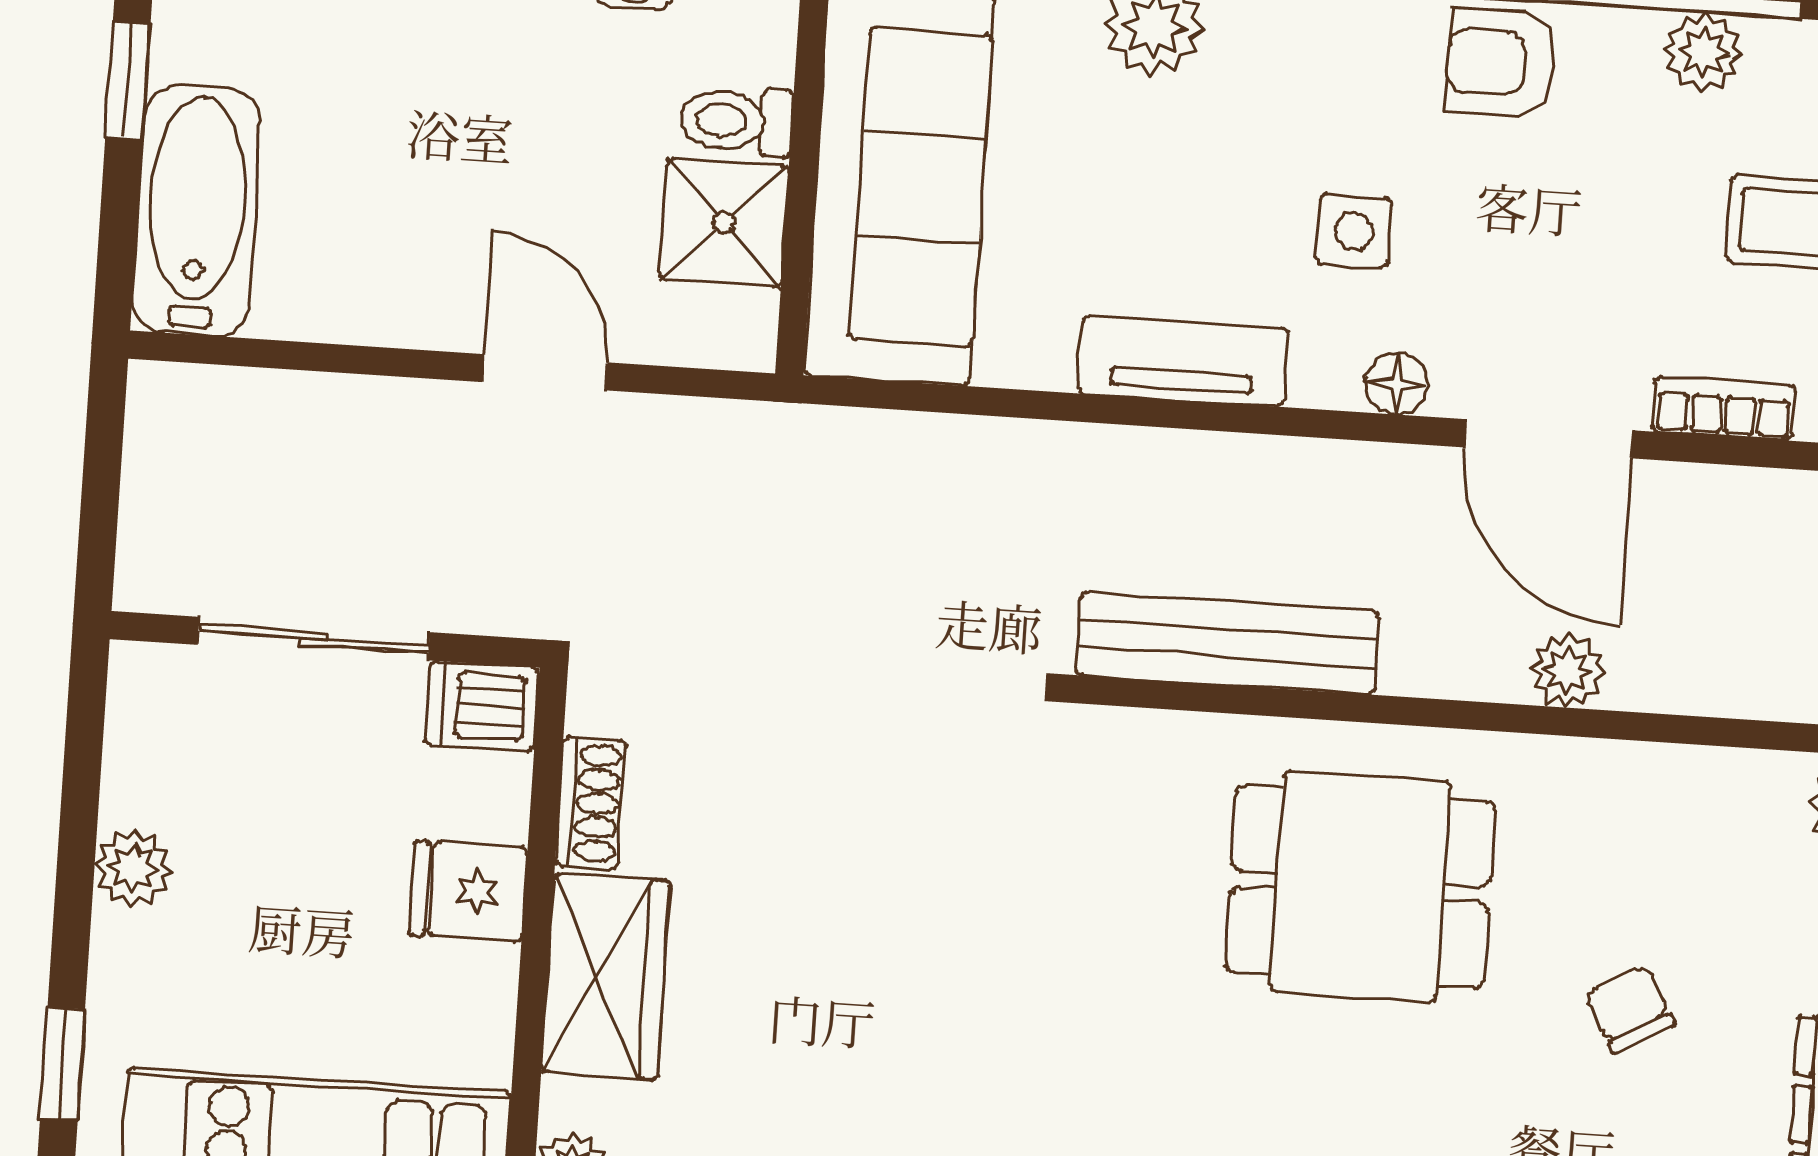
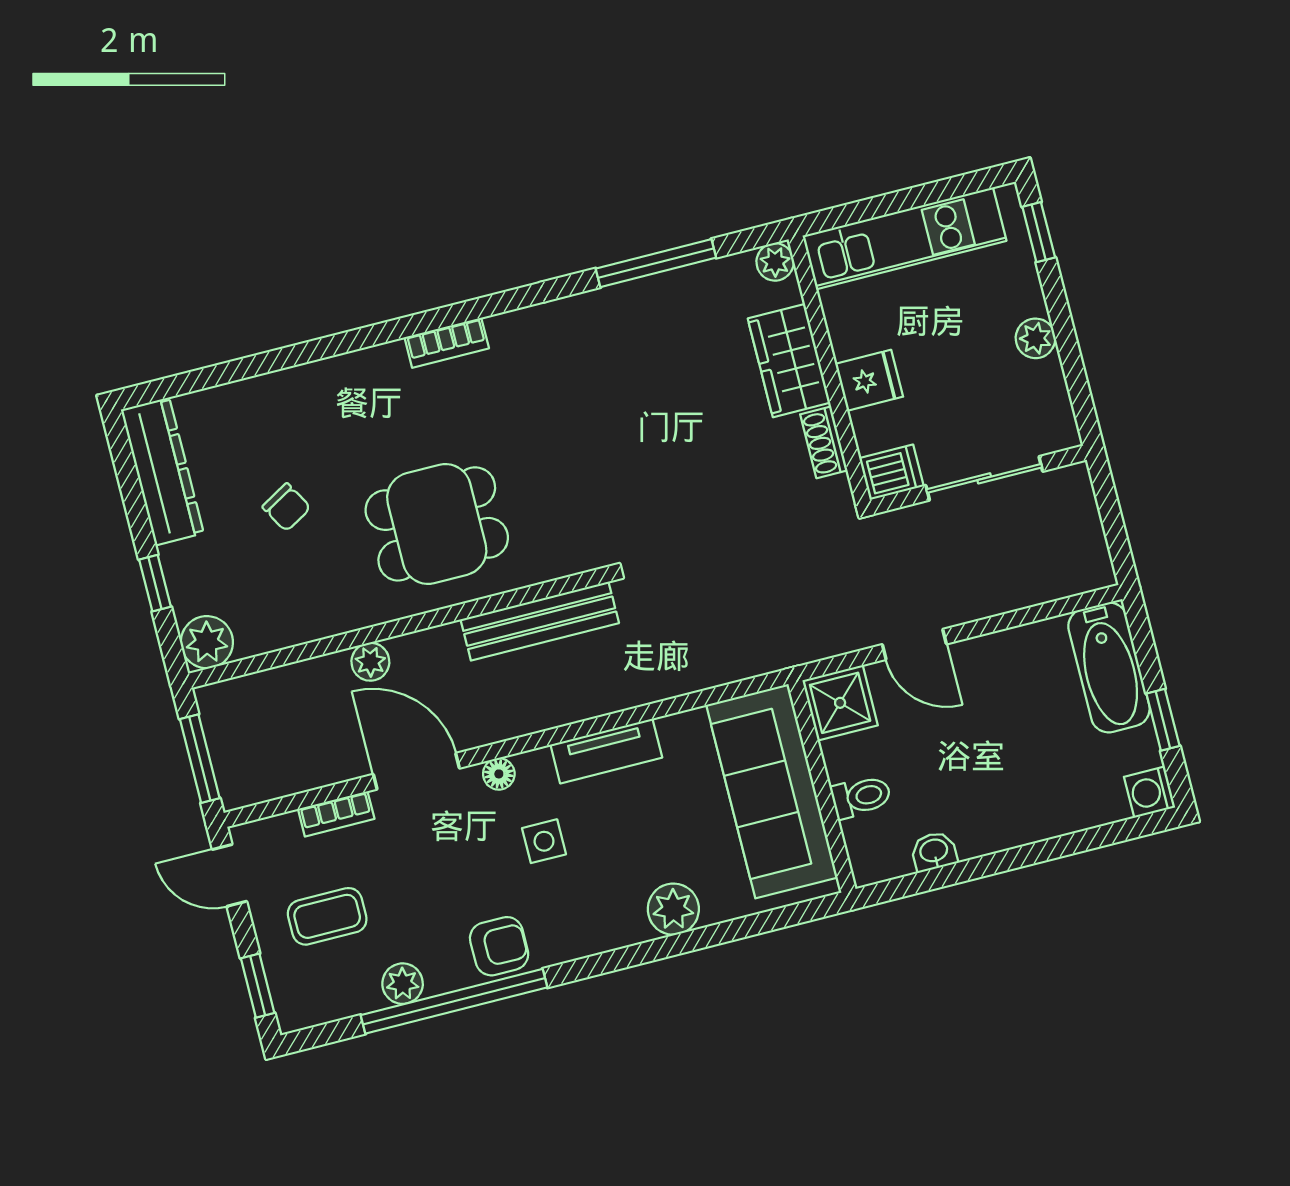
shower: (724, 223) -> (840, 703), moved

